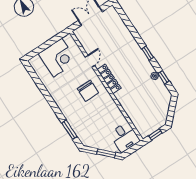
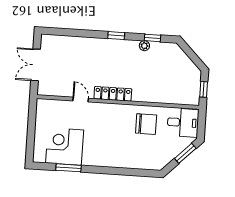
corner desk: (58, 58) -> (65, 146), moved, turned -90
chair: (88, 91) -> (146, 124), moved
window: (69, 130) -> (69, 168), moved

